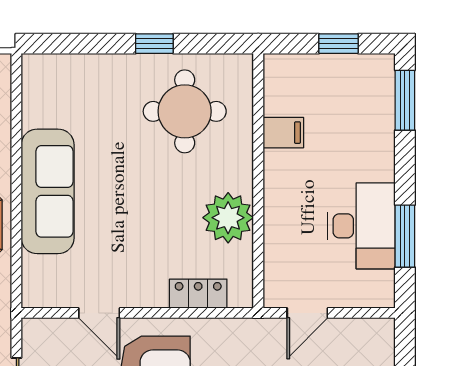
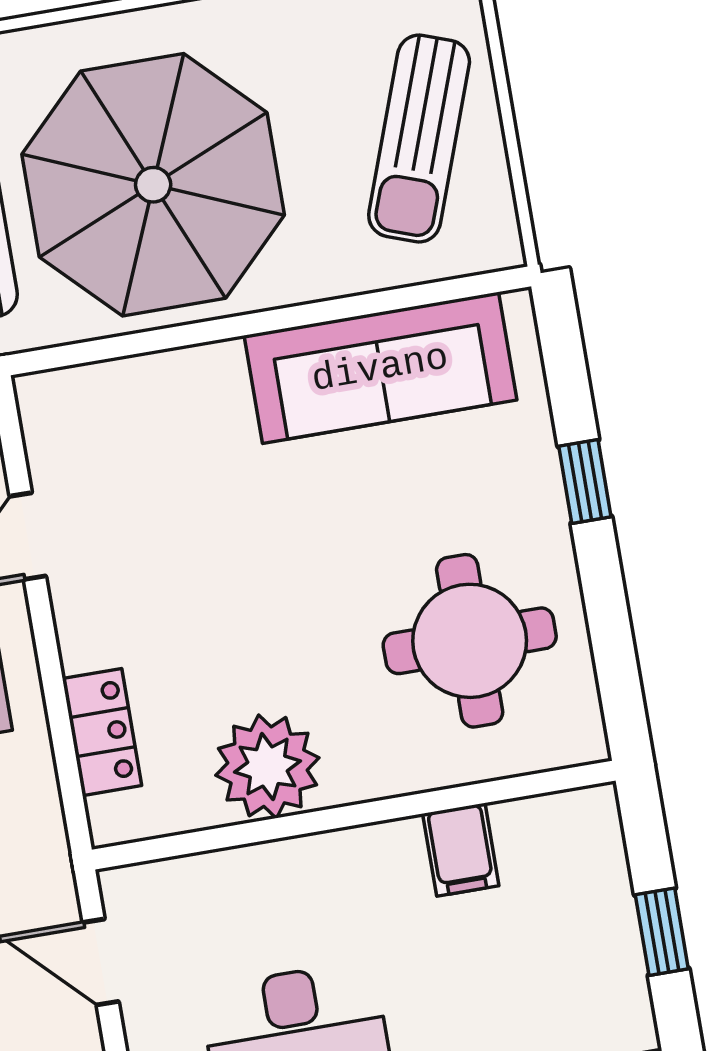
window: (154, 44) -> (585, 481), moved
sofa: (48, 191) -> (380, 368), moved

